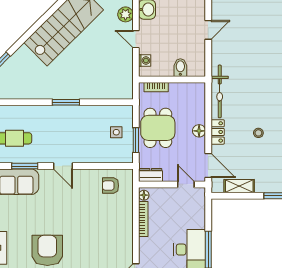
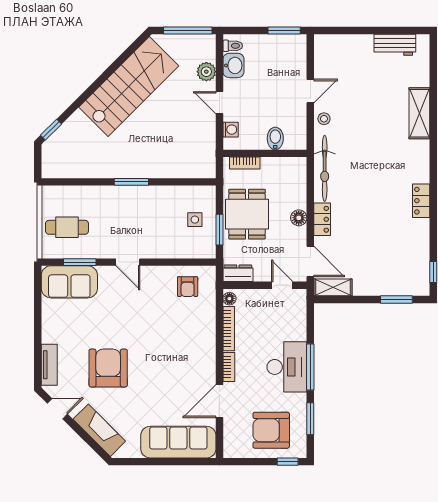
stool: (258, 133) -> (324, 119), moved
armchair: (110, 186) -> (188, 287), turned -90
shelving: (239, 186) -> (333, 287), moved
bookcase: (143, 250) -> (229, 367), added

